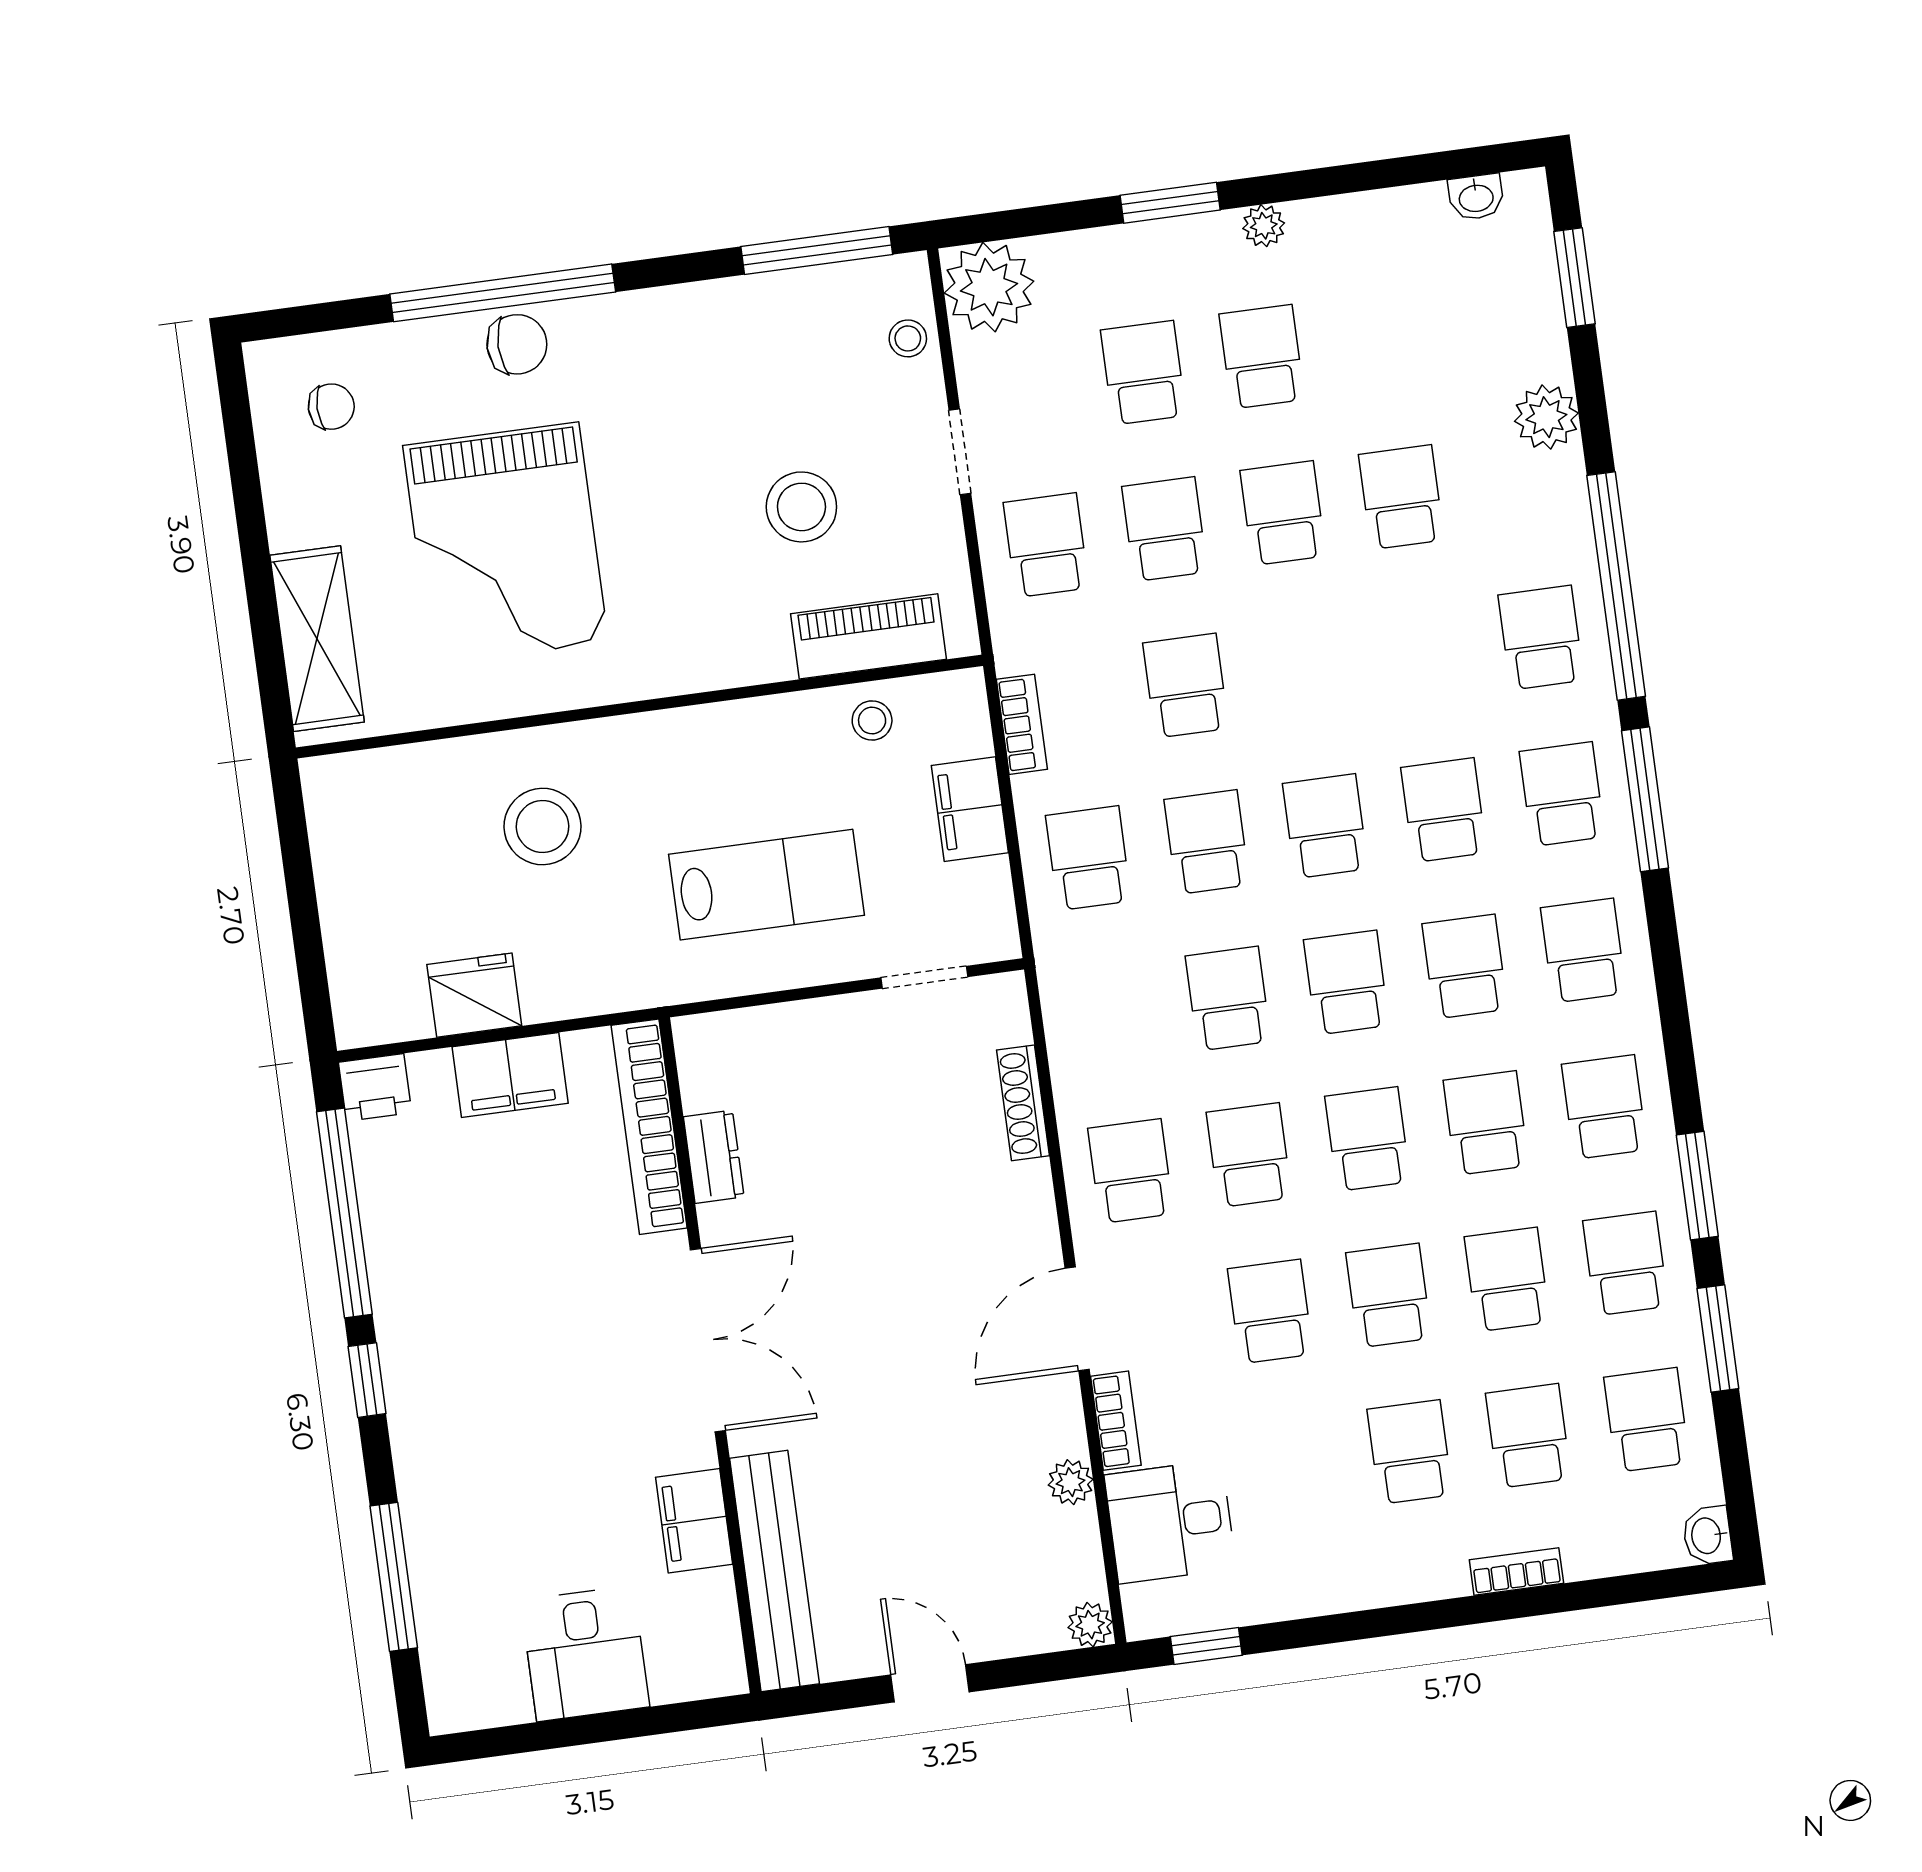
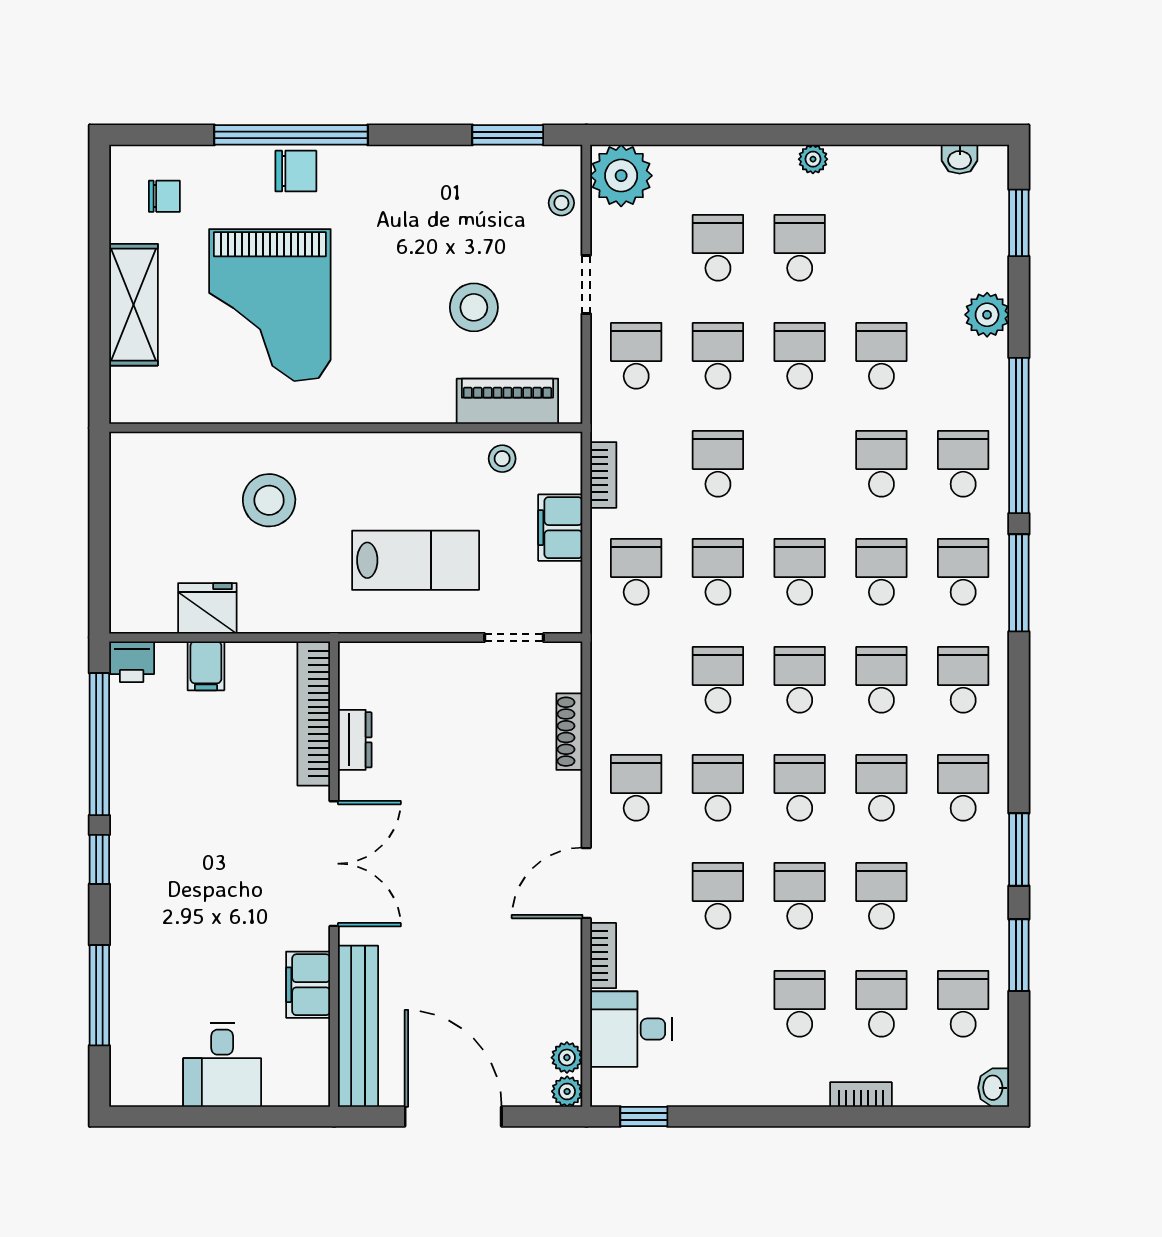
window: (1170, 203) -> (752, 135), removed
window: (817, 250) -> (508, 135), width x0.69
shelving: (317, 639) -> (133, 305), moved
filing cabinet: (510, 1075) -> (206, 666), width x0.50
school desk: (1626, 1263) -> (881, 464), moved
plant: (1071, 1482) -> (567, 1058), moved
door: (930, 1683) -> (453, 1117), width x1.87

